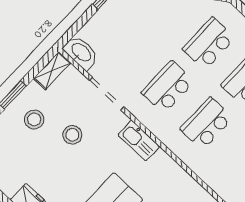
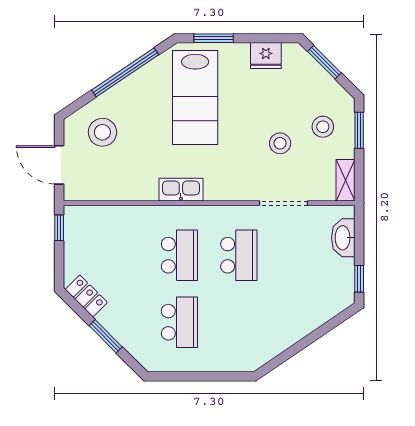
school desk: (209, 43) -> (239, 322), removed
washbasin: (81, 53) -> (343, 238), moved, turned 90
kitchen sink: (139, 140) -> (181, 190), moved

